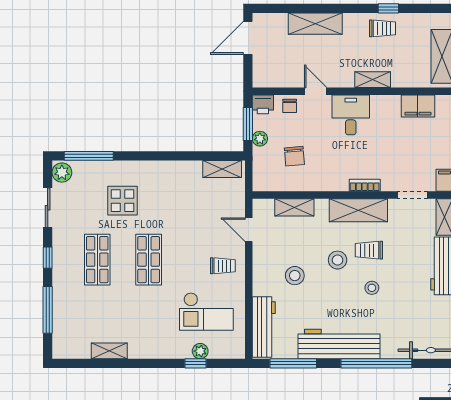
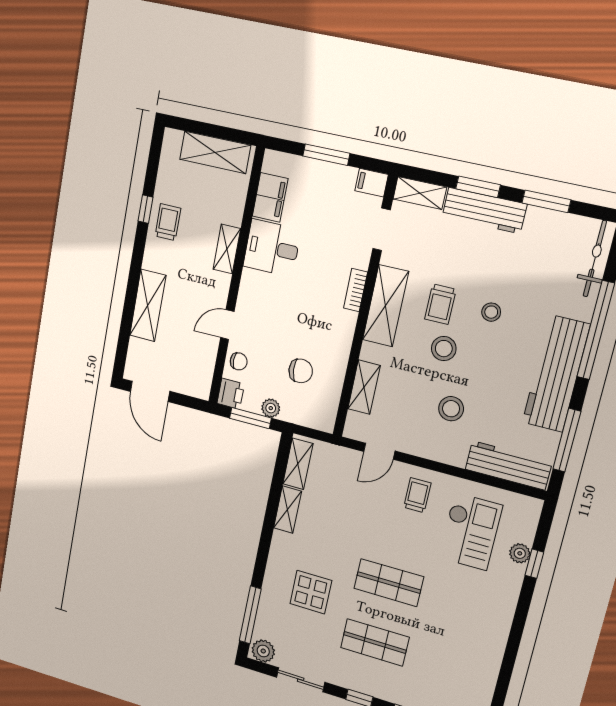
desk: (351, 115) -> (272, 248), moved
shelving: (109, 351) -> (288, 510), moved

